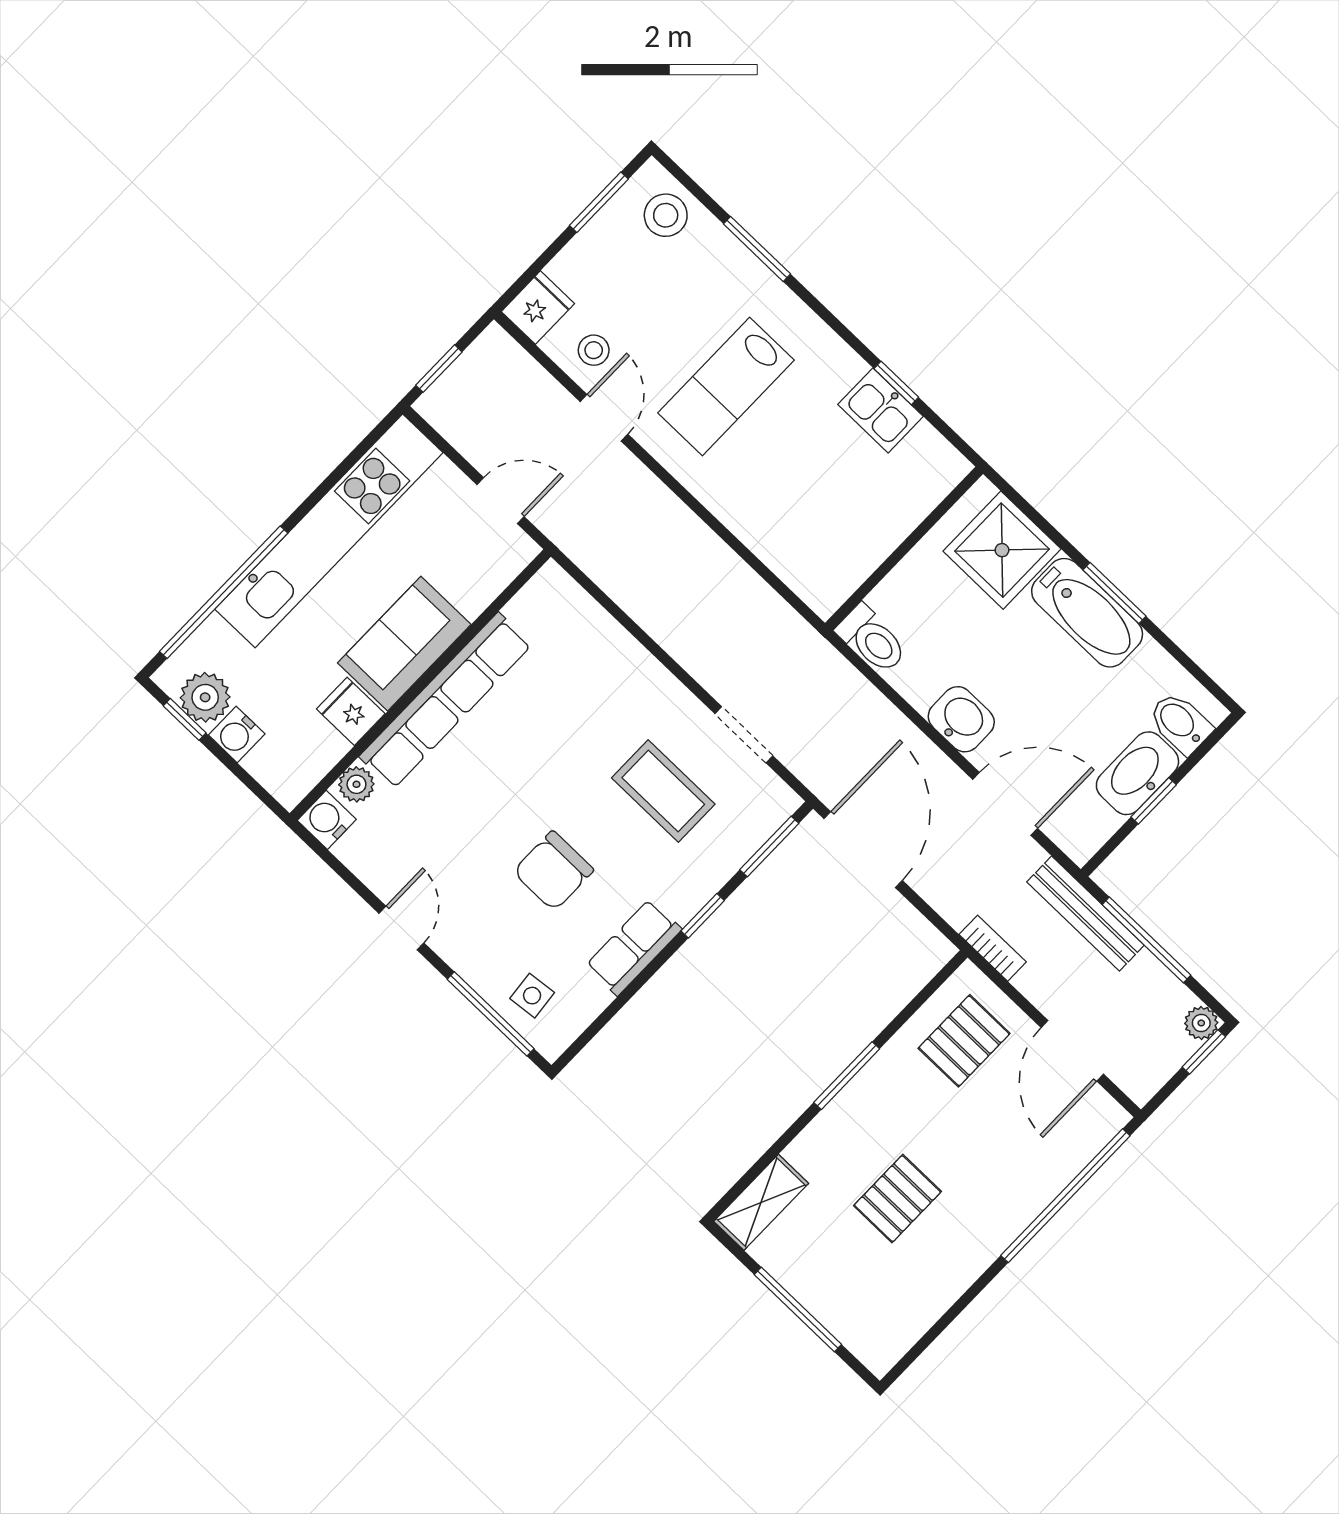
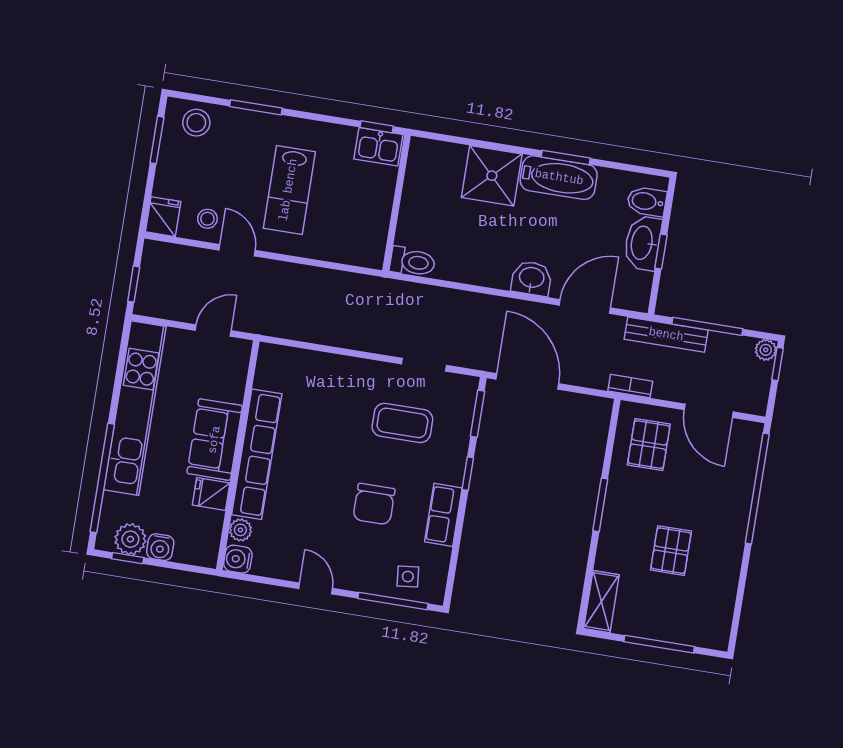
wall: (904, 549) -> (397, 203), moved
toilet: (872, 639) -> (412, 262), moved

